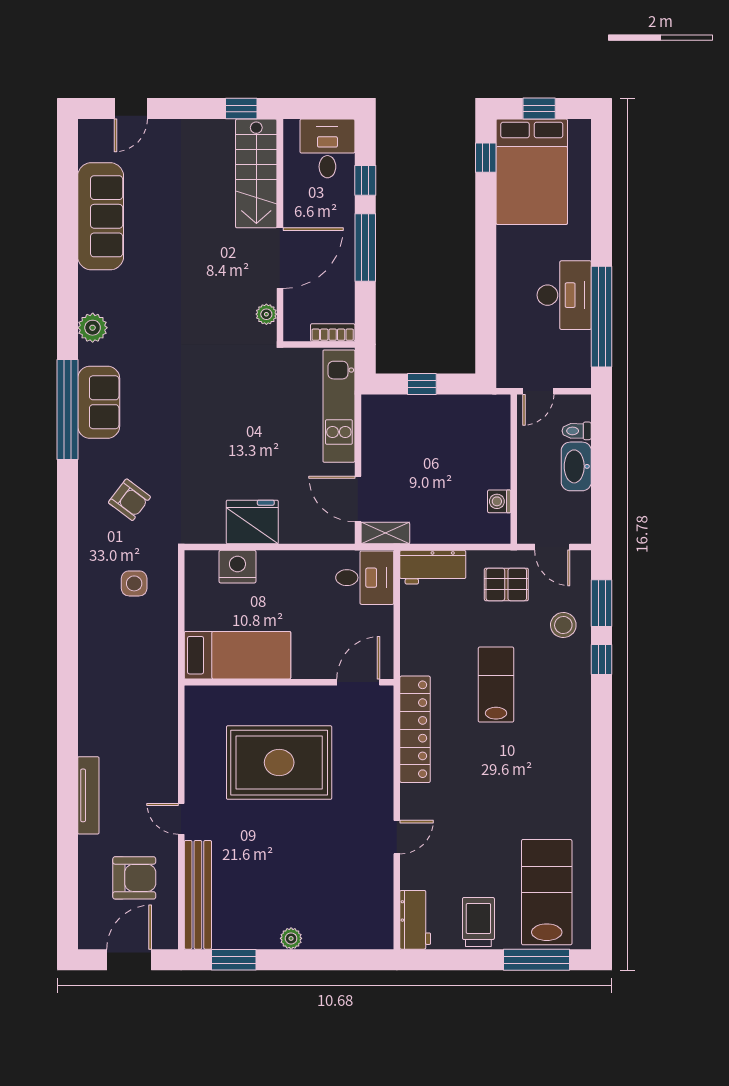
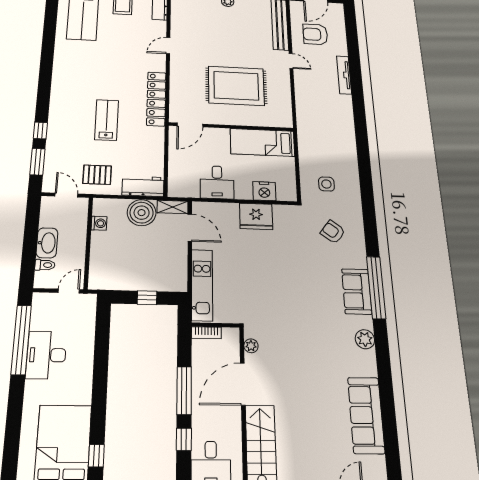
boiler: (434, 522) -> (142, 213), added
desk: (365, 578) -> (217, 182), moved, turned -90
stool: (563, 625) -> (63, 151), removed
lab bench: (496, 685) -> (107, 120), turned 180

